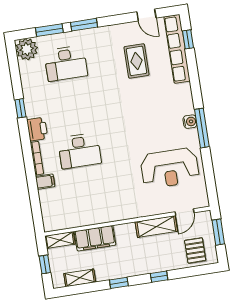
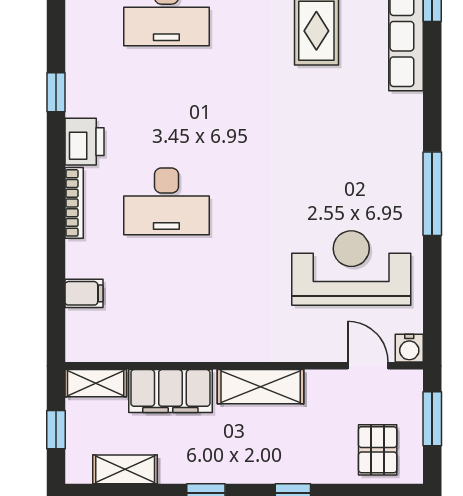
water cooler: (190, 122) -> (409, 348), moved, turned 90
reception desk: (170, 168) -> (351, 268), turned 180
filing cabinet: (45, 182) -> (84, 293), moved
door: (185, 212) -> (368, 366), swing flipped
shelving: (156, 227) -> (261, 387), moved

